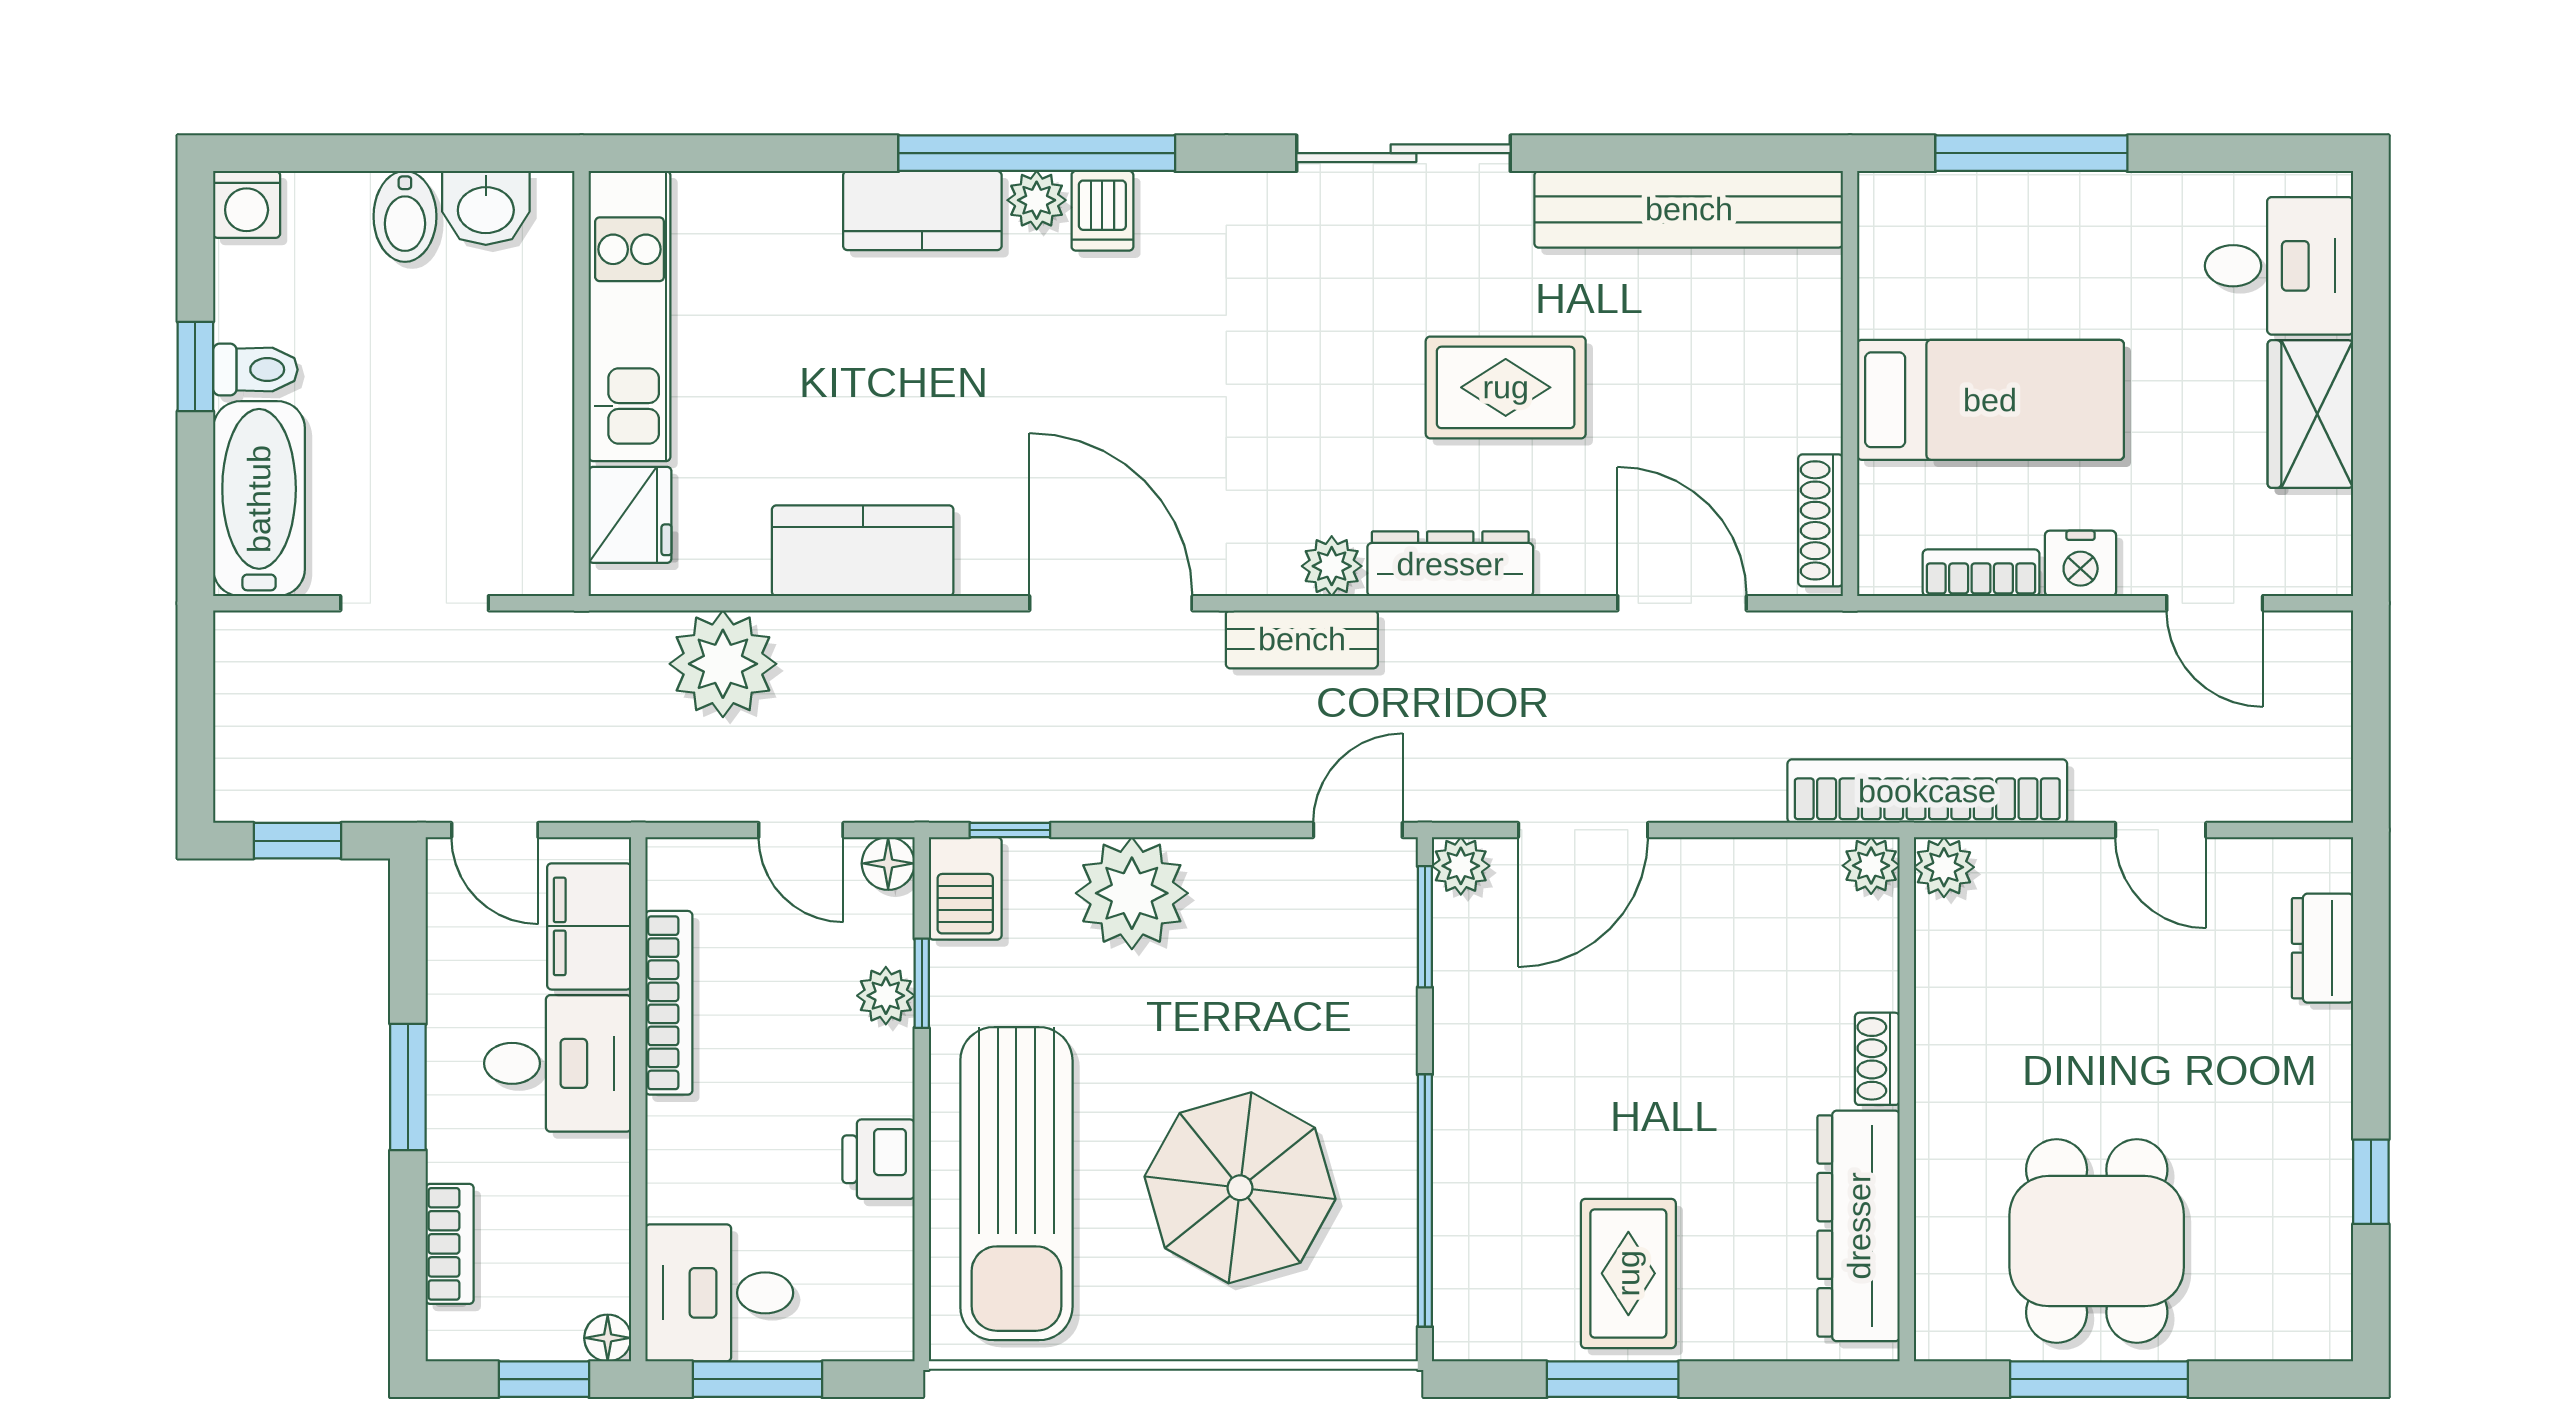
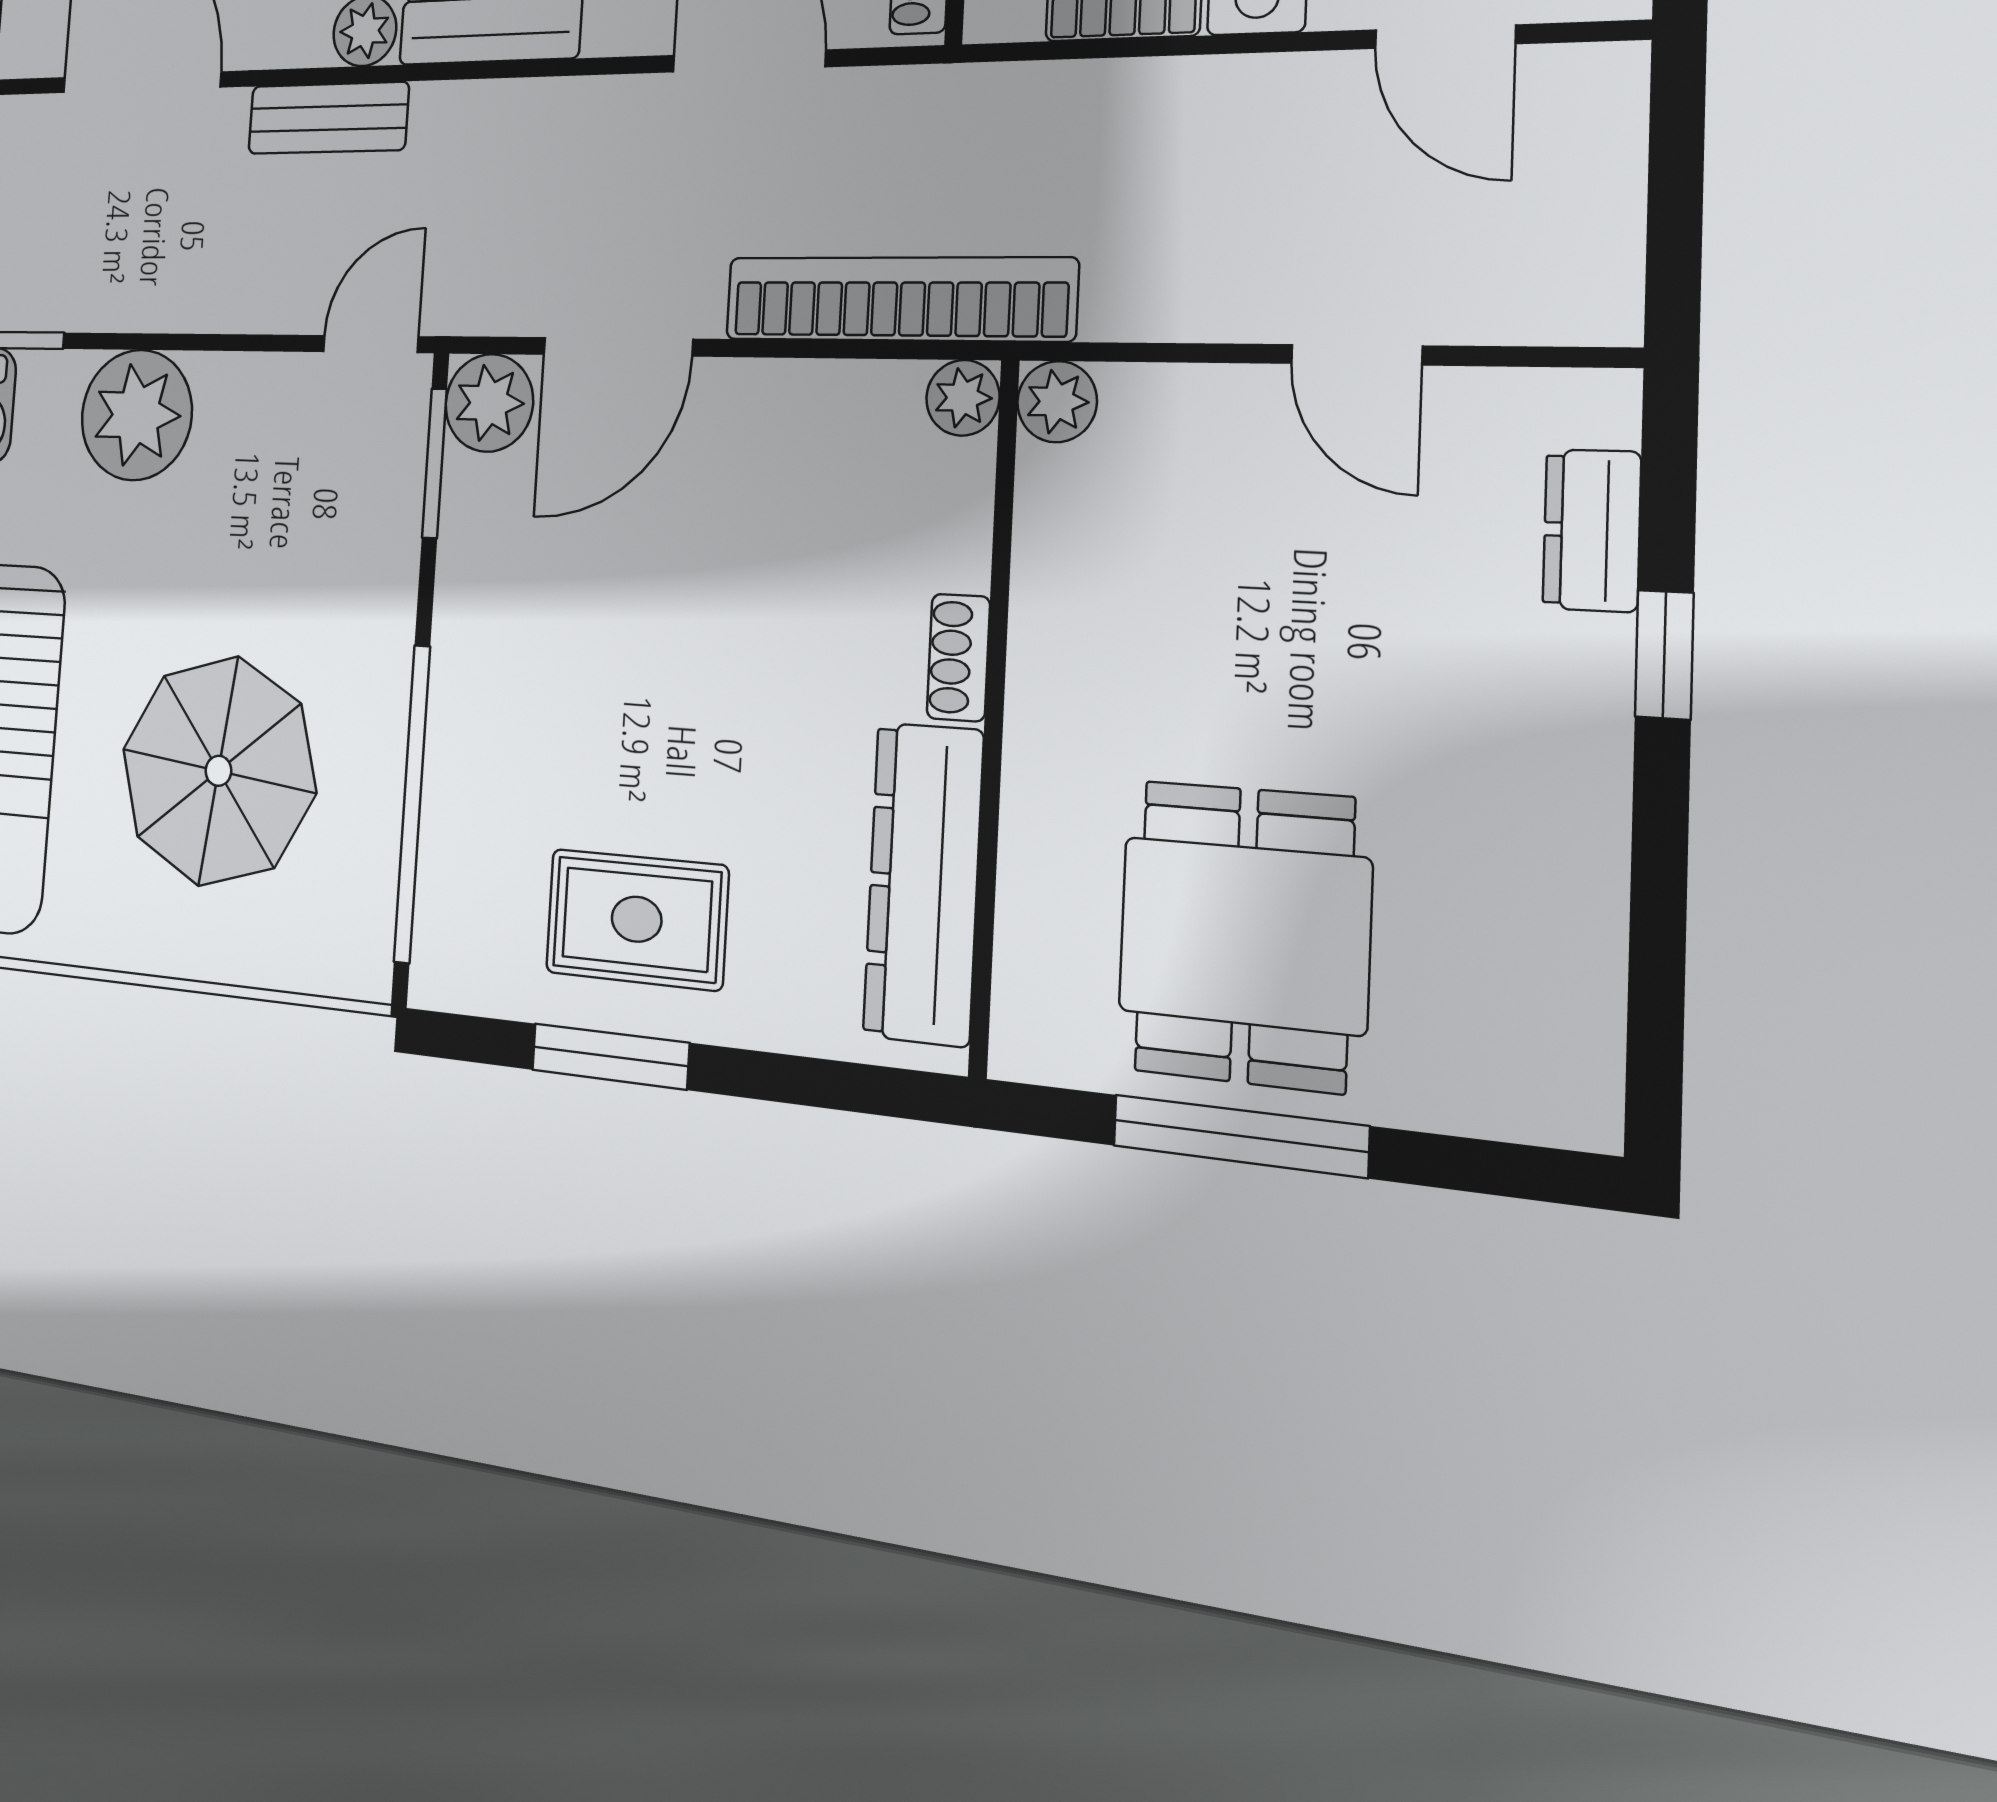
bookcase: (1927, 791) -> (899, 299), moved
plant: (1461, 866) -> (489, 403), width x1.38, depth x1.38
window: (2371, 1182) -> (1664, 655), moved
rug: (1628, 1273) -> (637, 919), turned 90

